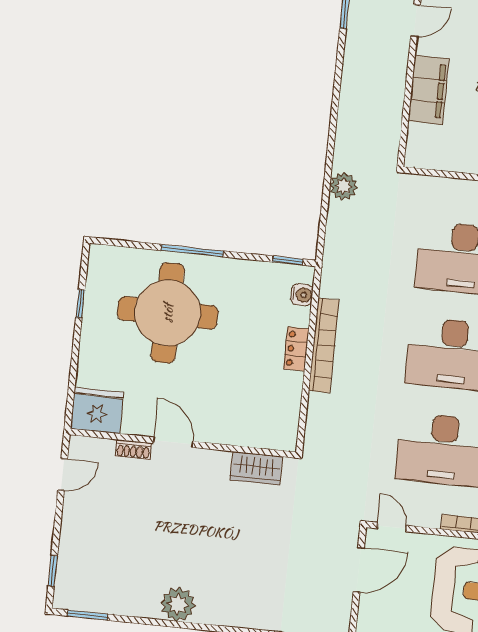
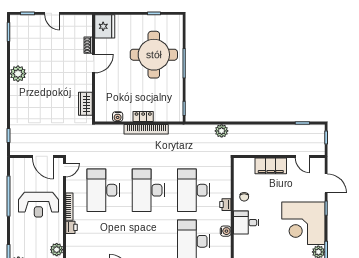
water cooler: (302, 295) -> (118, 117), moved
door: (63, 474) -> (52, 13), moved

